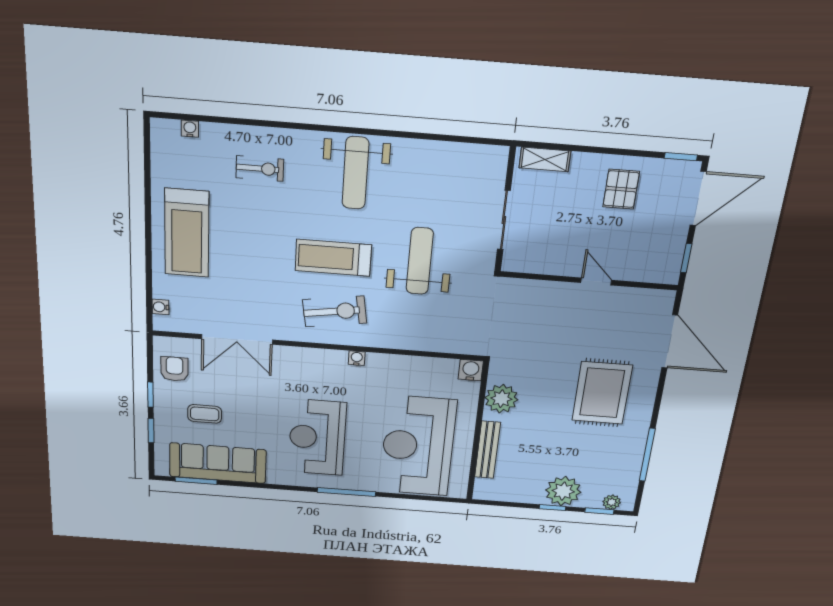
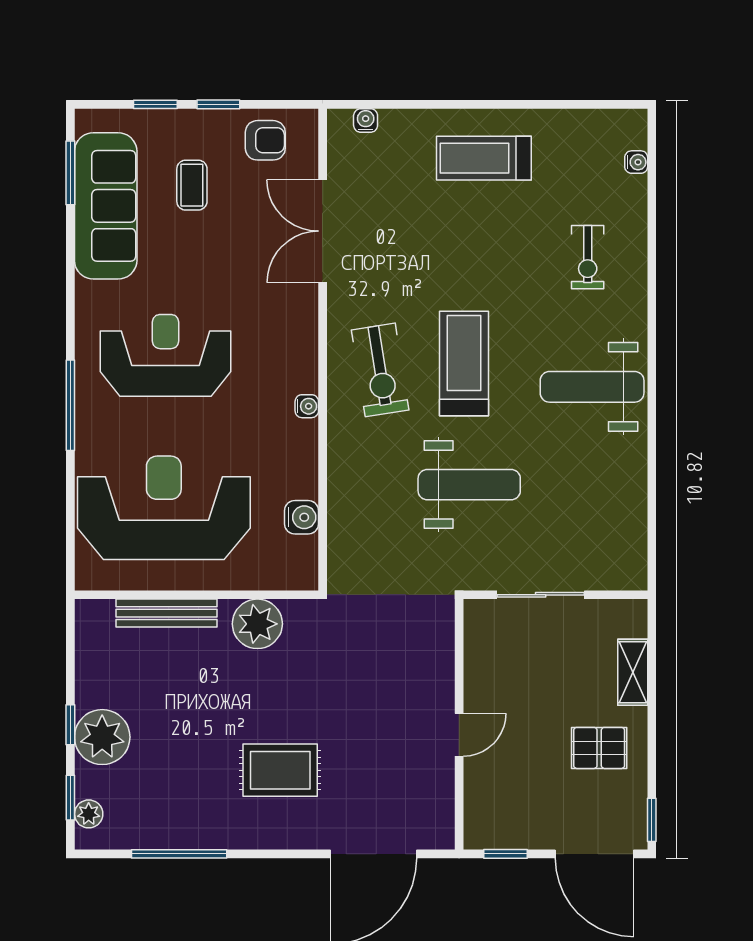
shelving: (545, 159) -> (633, 672), moved
treadmill: (187, 233) -> (484, 158), width x0.73, depth x0.73
water cooler: (471, 370) -> (302, 517), moved
rug: (602, 393) -> (280, 770), width x0.73, depth x0.70

